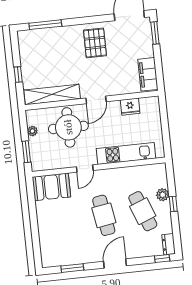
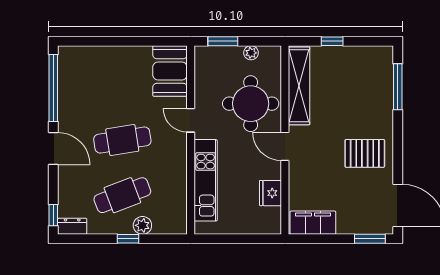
window: (72, 268) -> (53, 88), width x2.11

